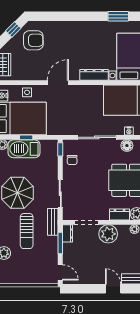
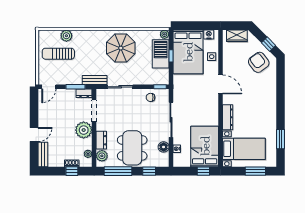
armchair: (33, 40) -> (259, 62), turned 144
sun lounger: (27, 231) -> (58, 54), moved

